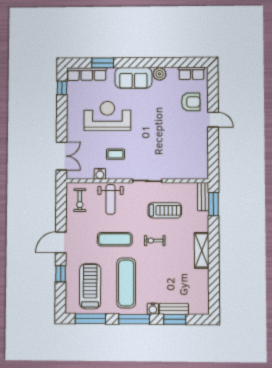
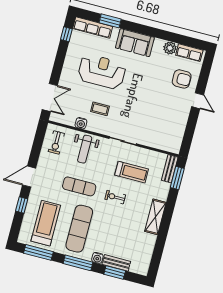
plant: (160, 74) -> (170, 48), moved

